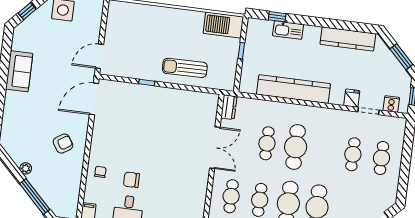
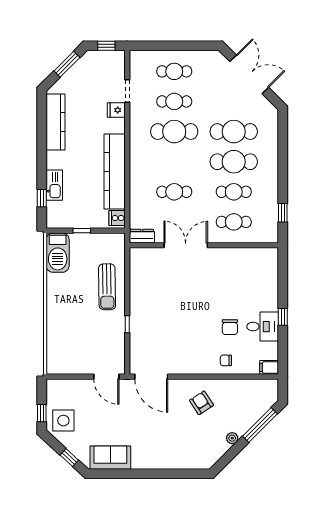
sofa: (19, 71) -> (110, 458), moved
cooker: (391, 104) -> (117, 218), moved
cafe table: (296, 147) -> (174, 132), moved

